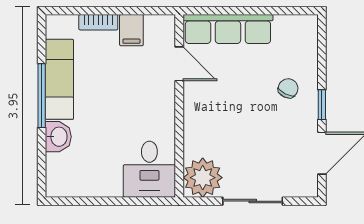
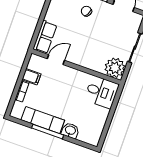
row of seats: (228, 29) -> (45, 37), width x0.68

